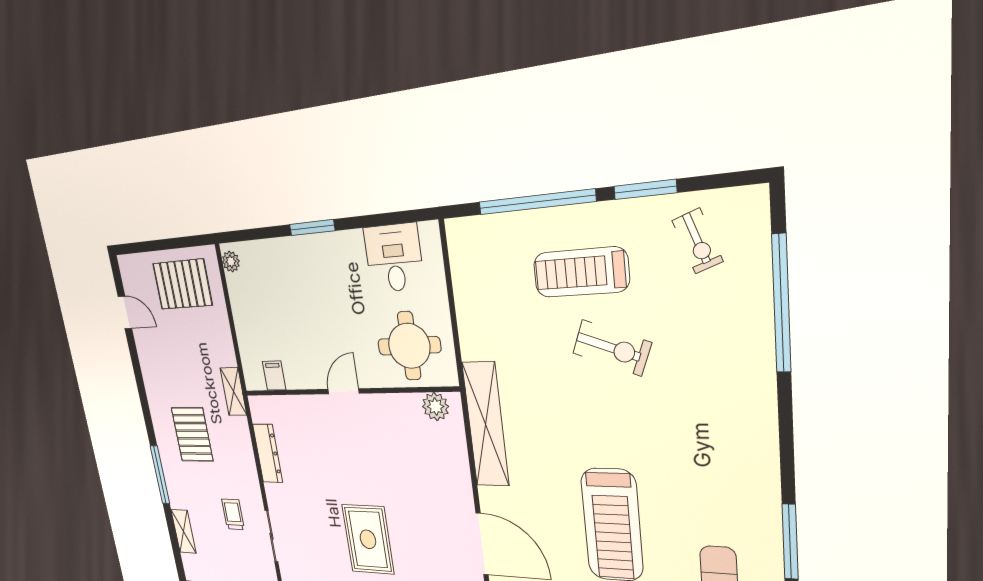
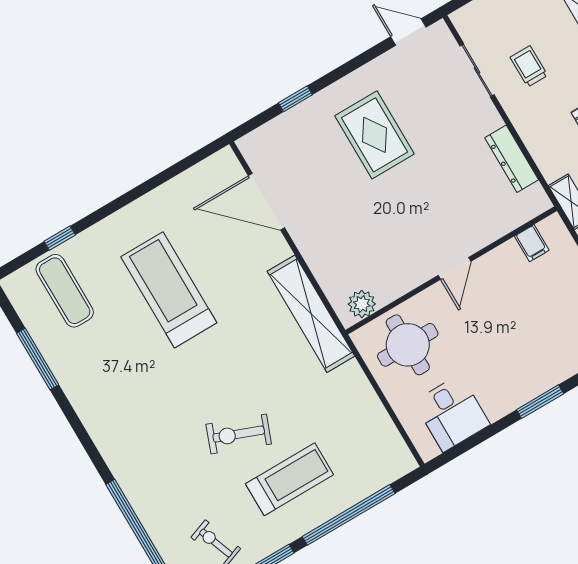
trolley: (233, 514) -> (529, 66), turned 180

